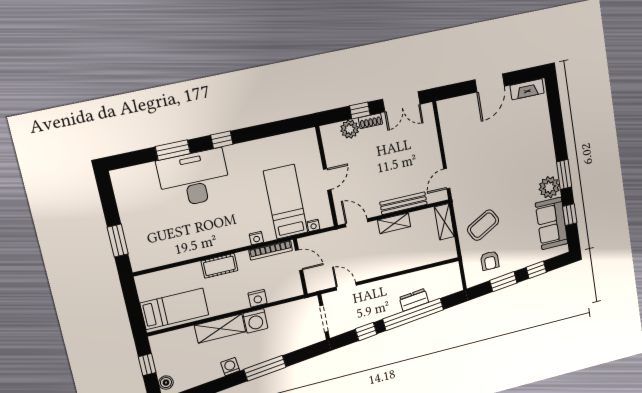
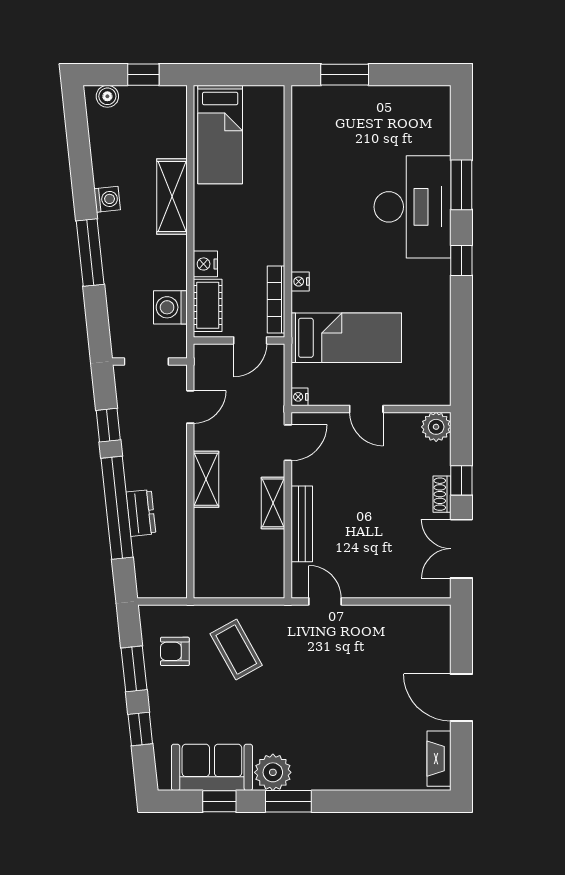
plant: (350, 129) -> (436, 427), moved
shelving: (444, 222) -> (206, 479), moved, turned 90
nightstand: (313, 225) -> (299, 397), moved
cot: (220, 266) -> (208, 305), moved
washing machine: (255, 321) -> (170, 307), moved

